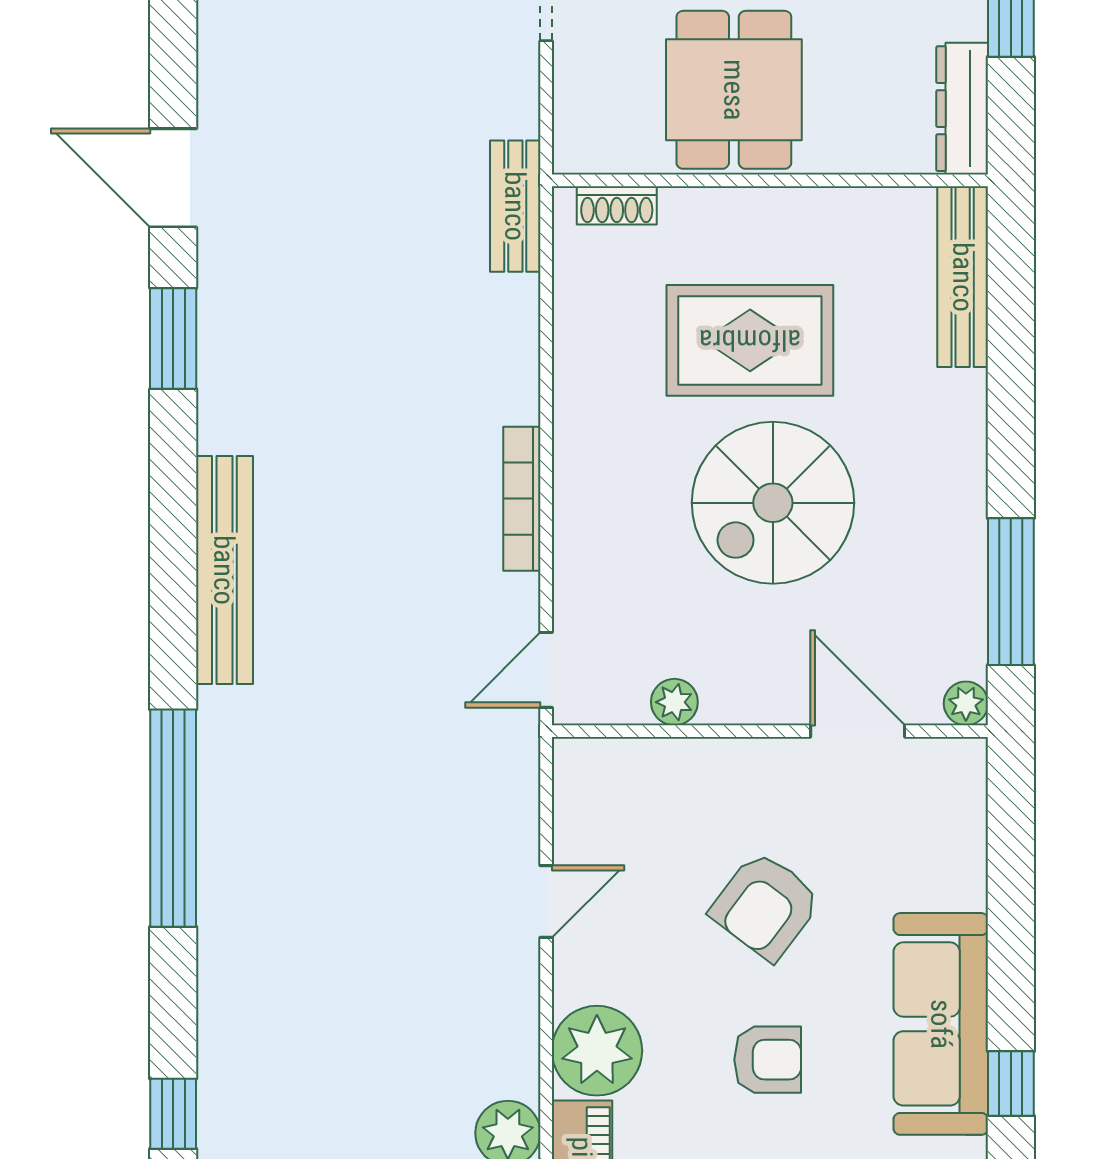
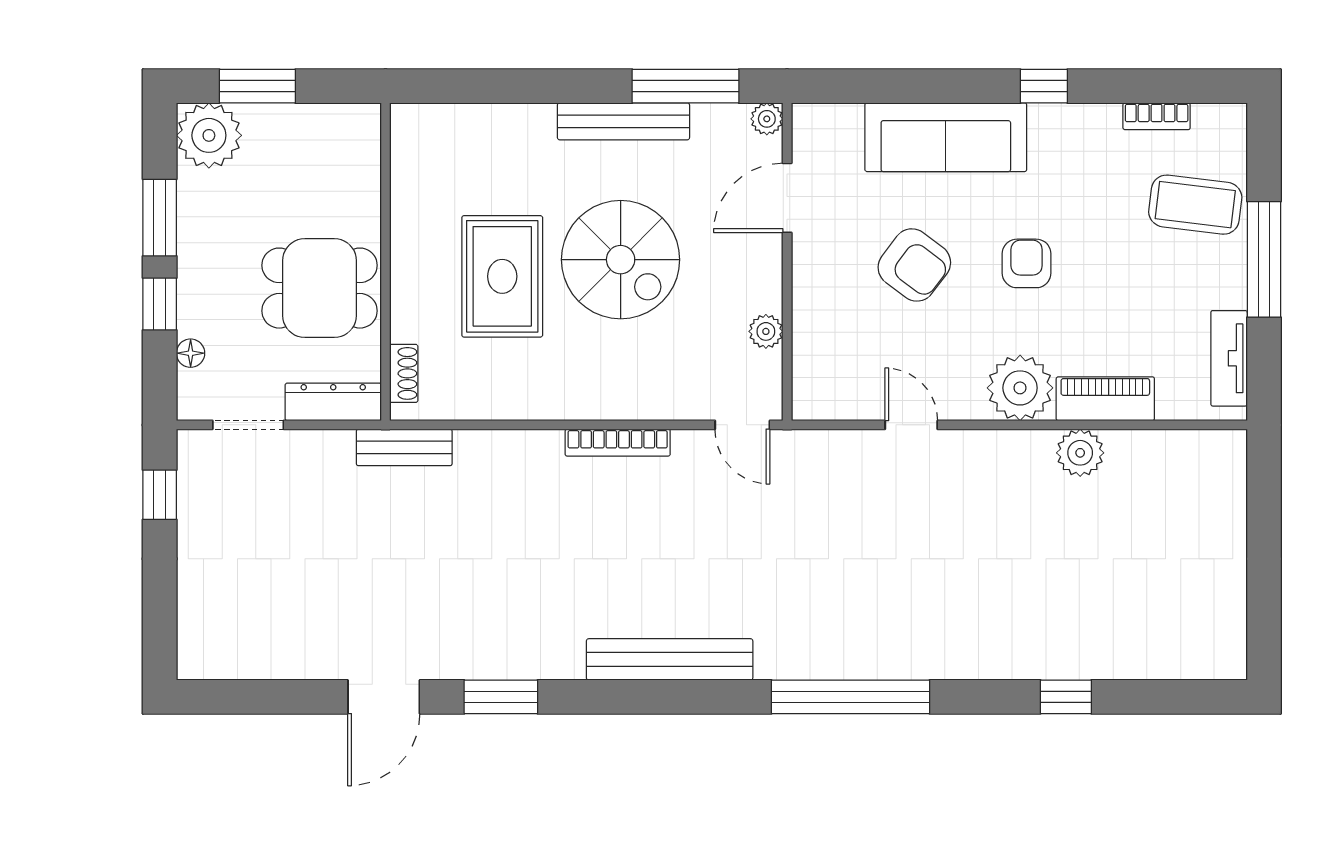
dresser: (962, 109) -> (333, 402), moved, turned 180
bench: (963, 277) -> (623, 121), moved
sofa: (941, 1024) -> (946, 137), moved

